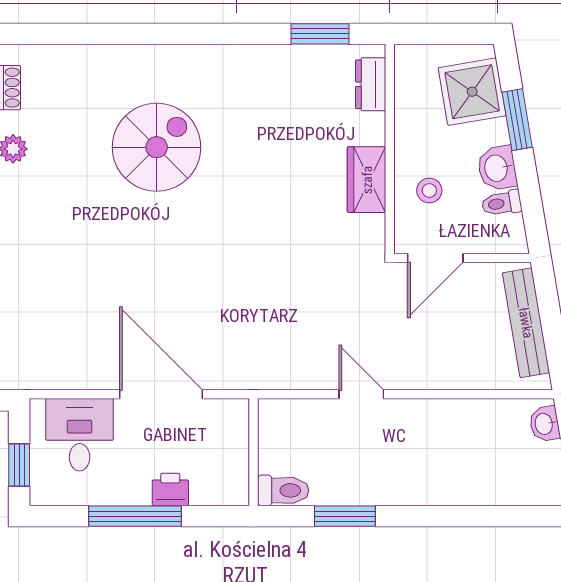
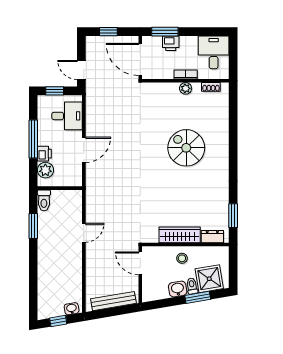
spiral stairs: (157, 147) -> (186, 148), turned 180
wardrobe: (367, 180) -> (180, 235), width x1.50
stool: (429, 190) -> (182, 258), moved
toilet: (502, 203) -> (192, 286), moved
door: (161, 394) -> (84, 150), width x0.73
plant: (210, 487) -> (45, 170), added

